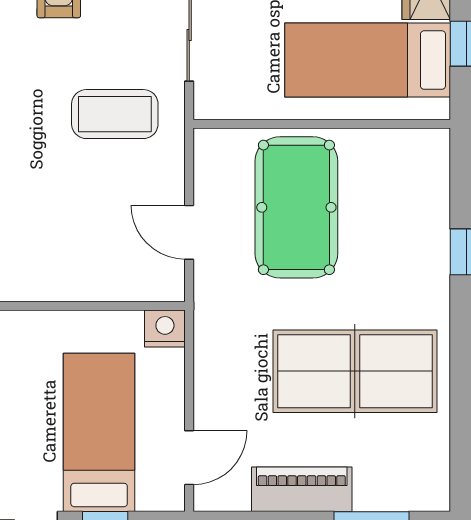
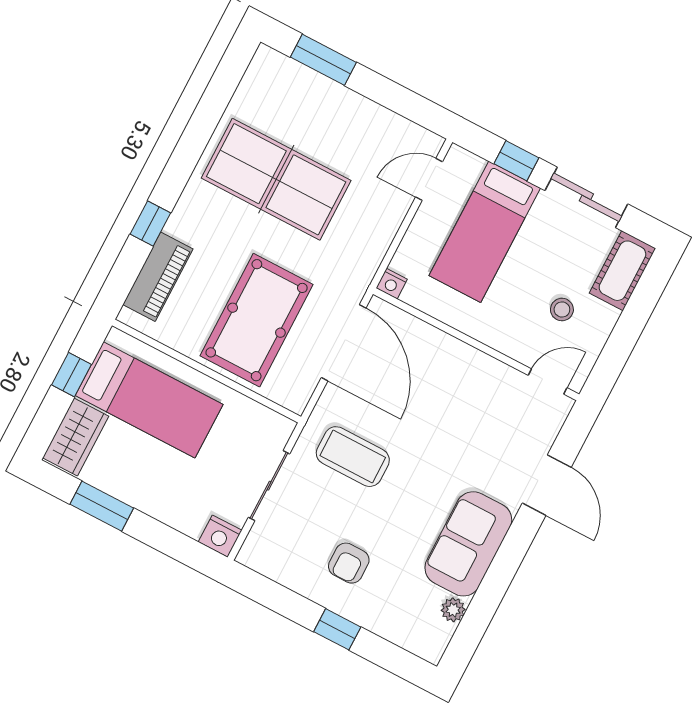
door: (189, 232) -> (344, 343), width x1.87
nightstand: (165, 328) -> (392, 284), width x0.72, depth x0.74
piano: (302, 489) -> (158, 277), moved, turned -90

